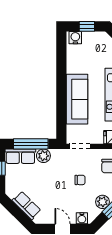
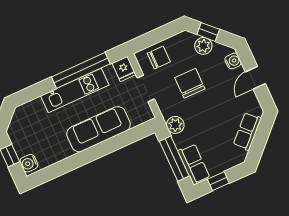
doorway: (80, 146) -> (146, 88), moved
plant: (43, 156) -> (175, 125), moved
chair: (80, 180) -> (190, 83), width x1.87, depth x1.87

